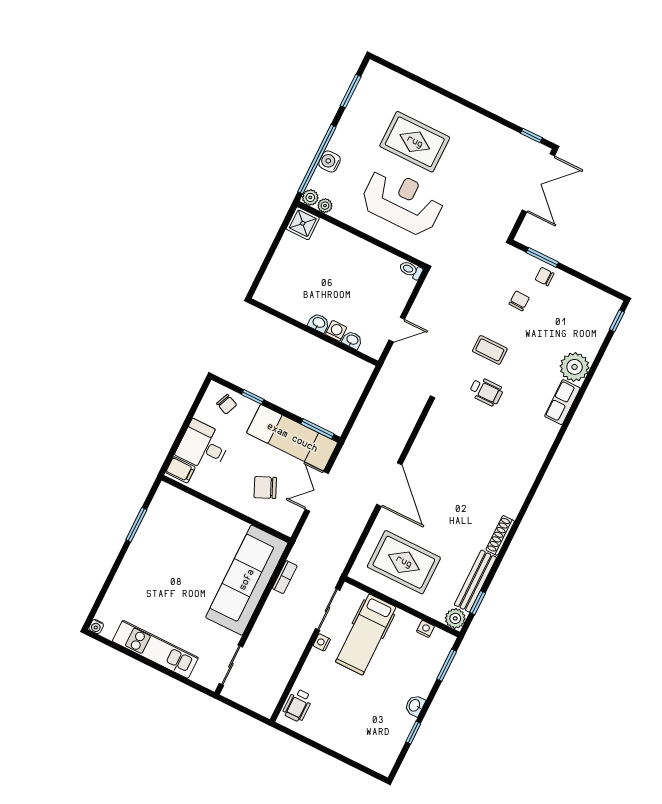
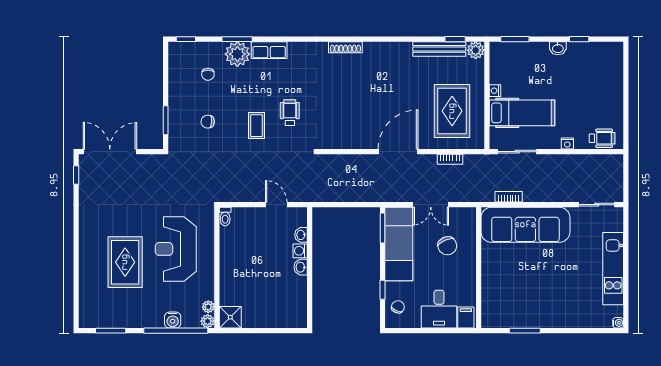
chair: (545, 277) -> (208, 74), moved
window: (590, 374) -> (237, 39), added
bookcase: (354, 535) -> (450, 159), added
shoe rack: (500, 535) -> (345, 47), moved
nightstand: (425, 629) -> (495, 91), moved
nightstand: (322, 642) -> (567, 144), moved

